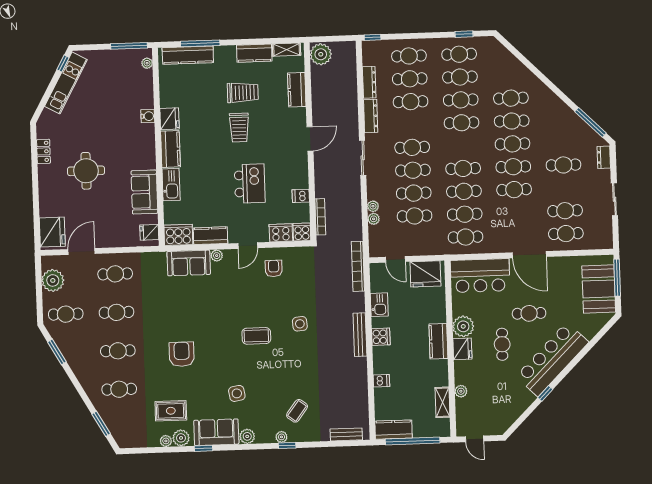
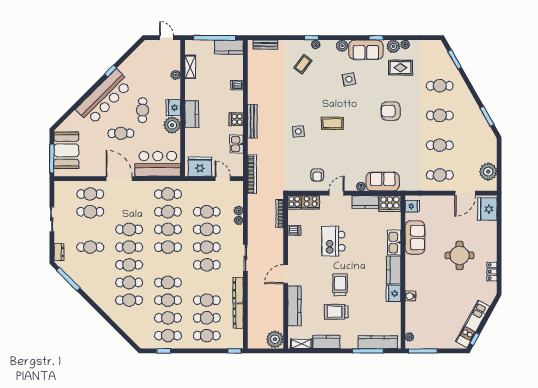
kitchen counter: (297, 90) -> (294, 306), width x1.50
cafe table: (66, 314) -> (479, 145), removed
armchair: (182, 354) -> (391, 111), turned 90

